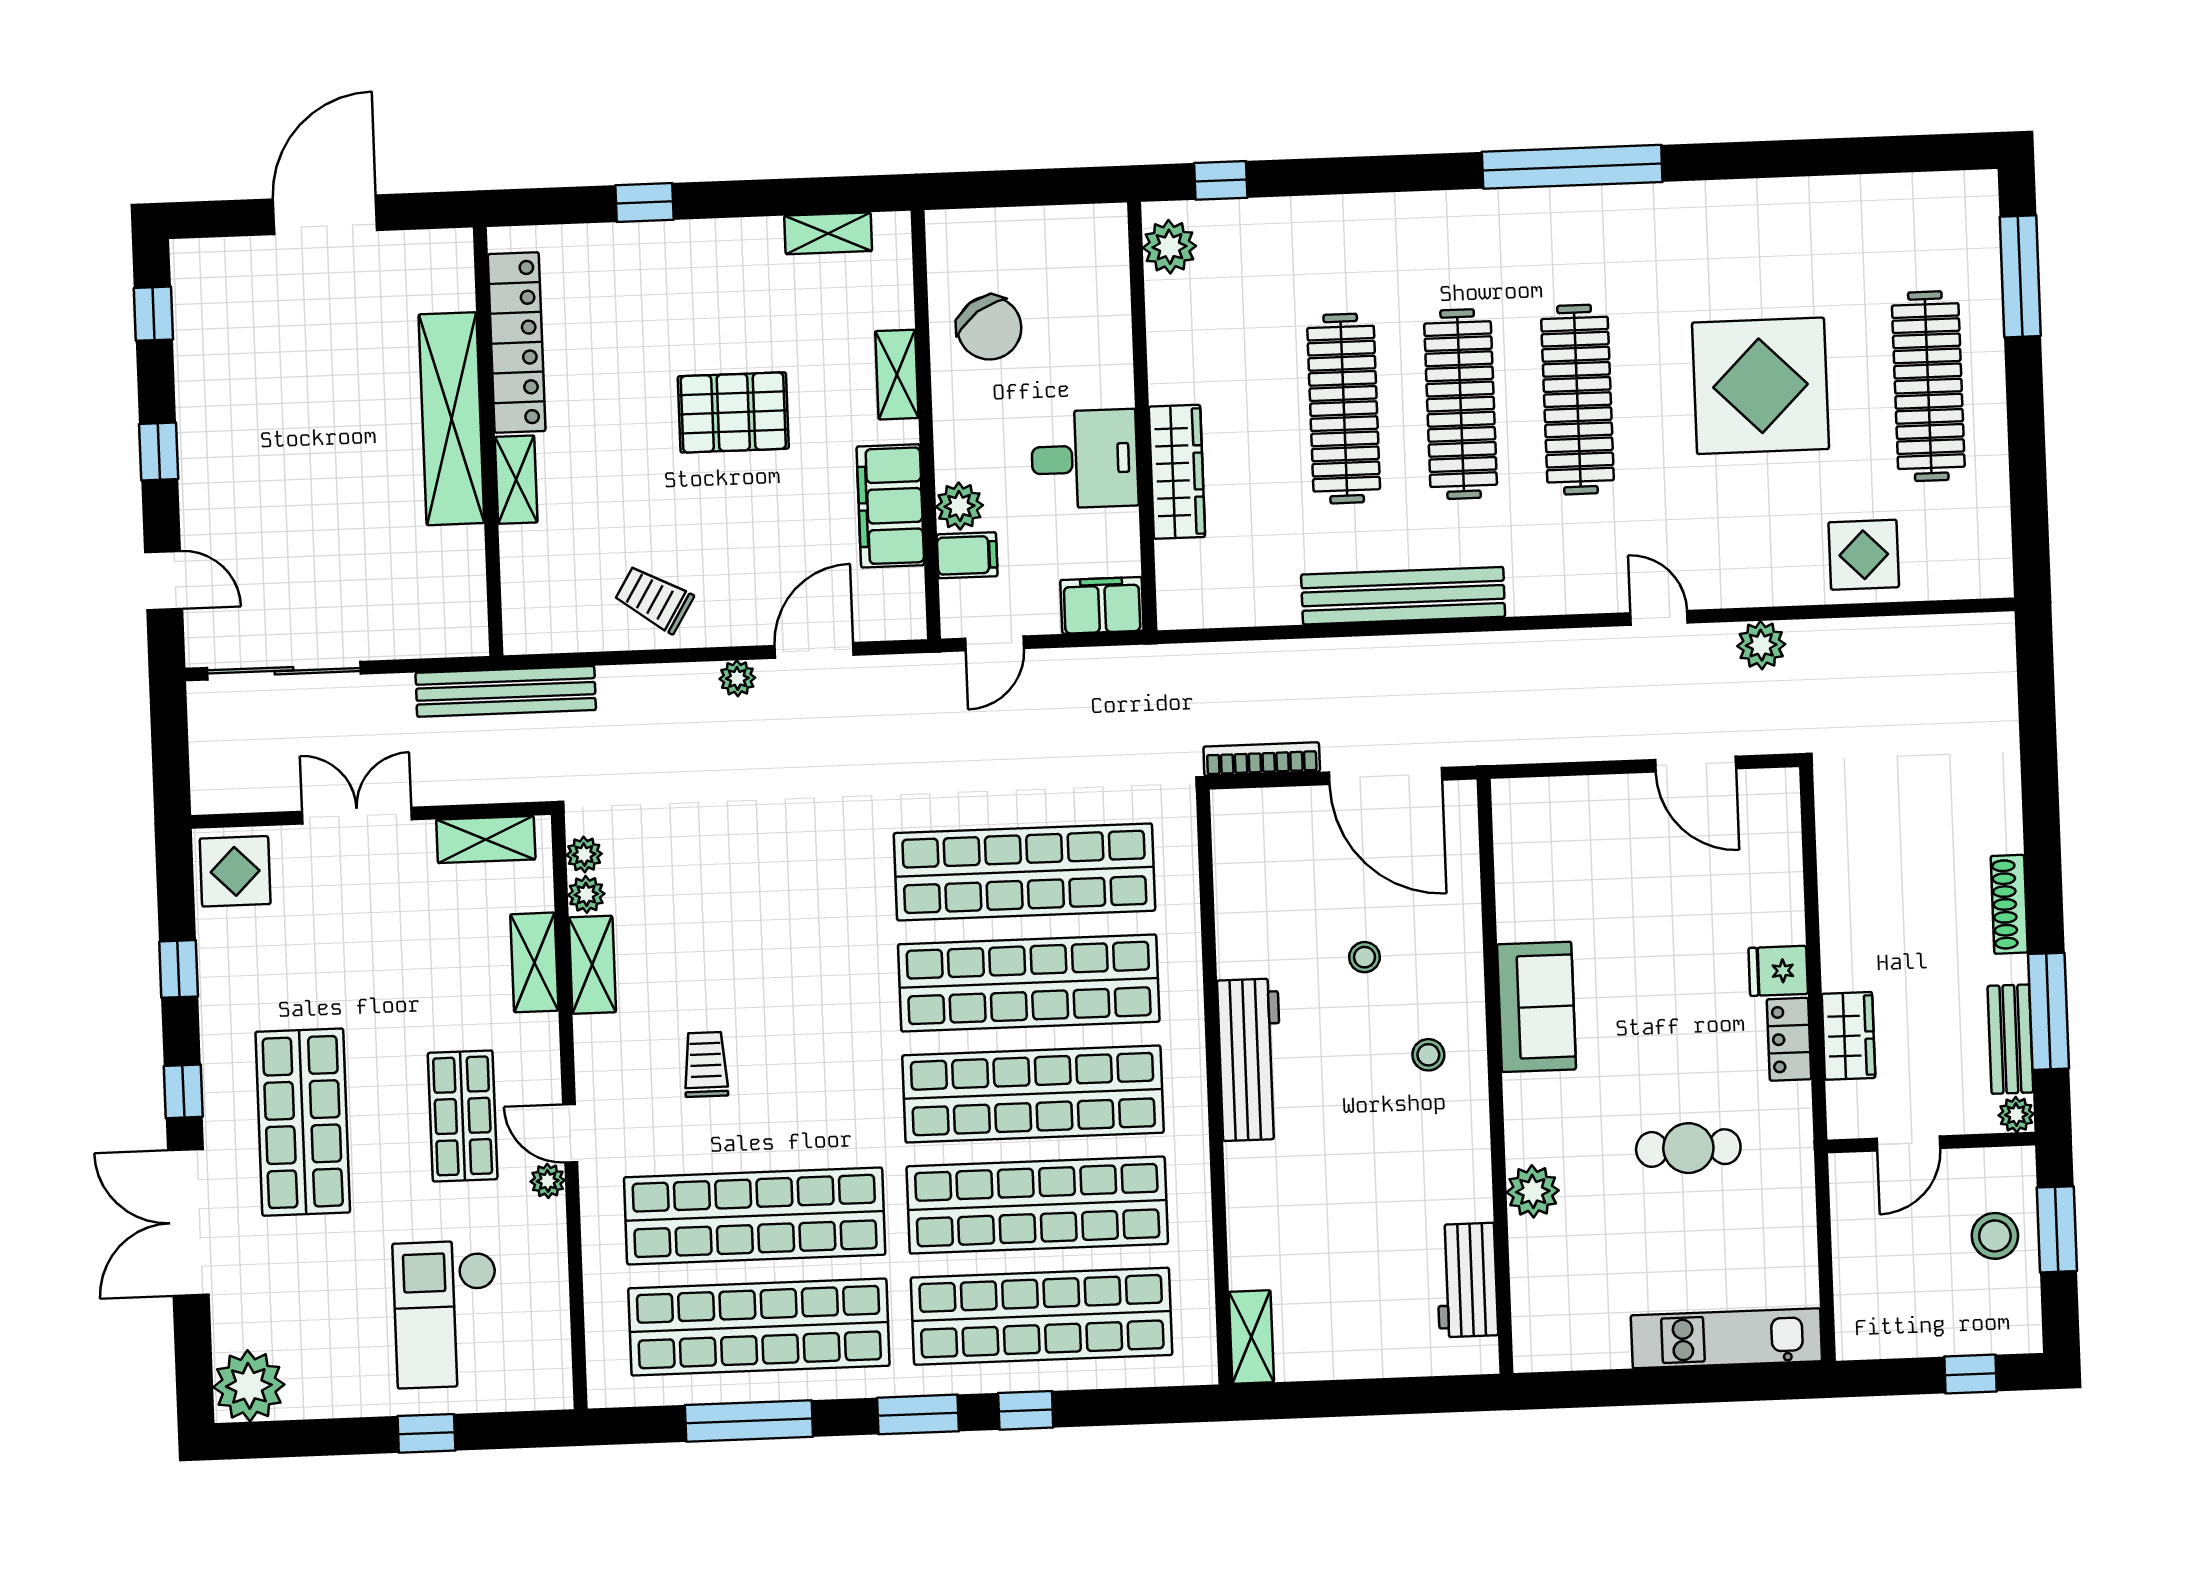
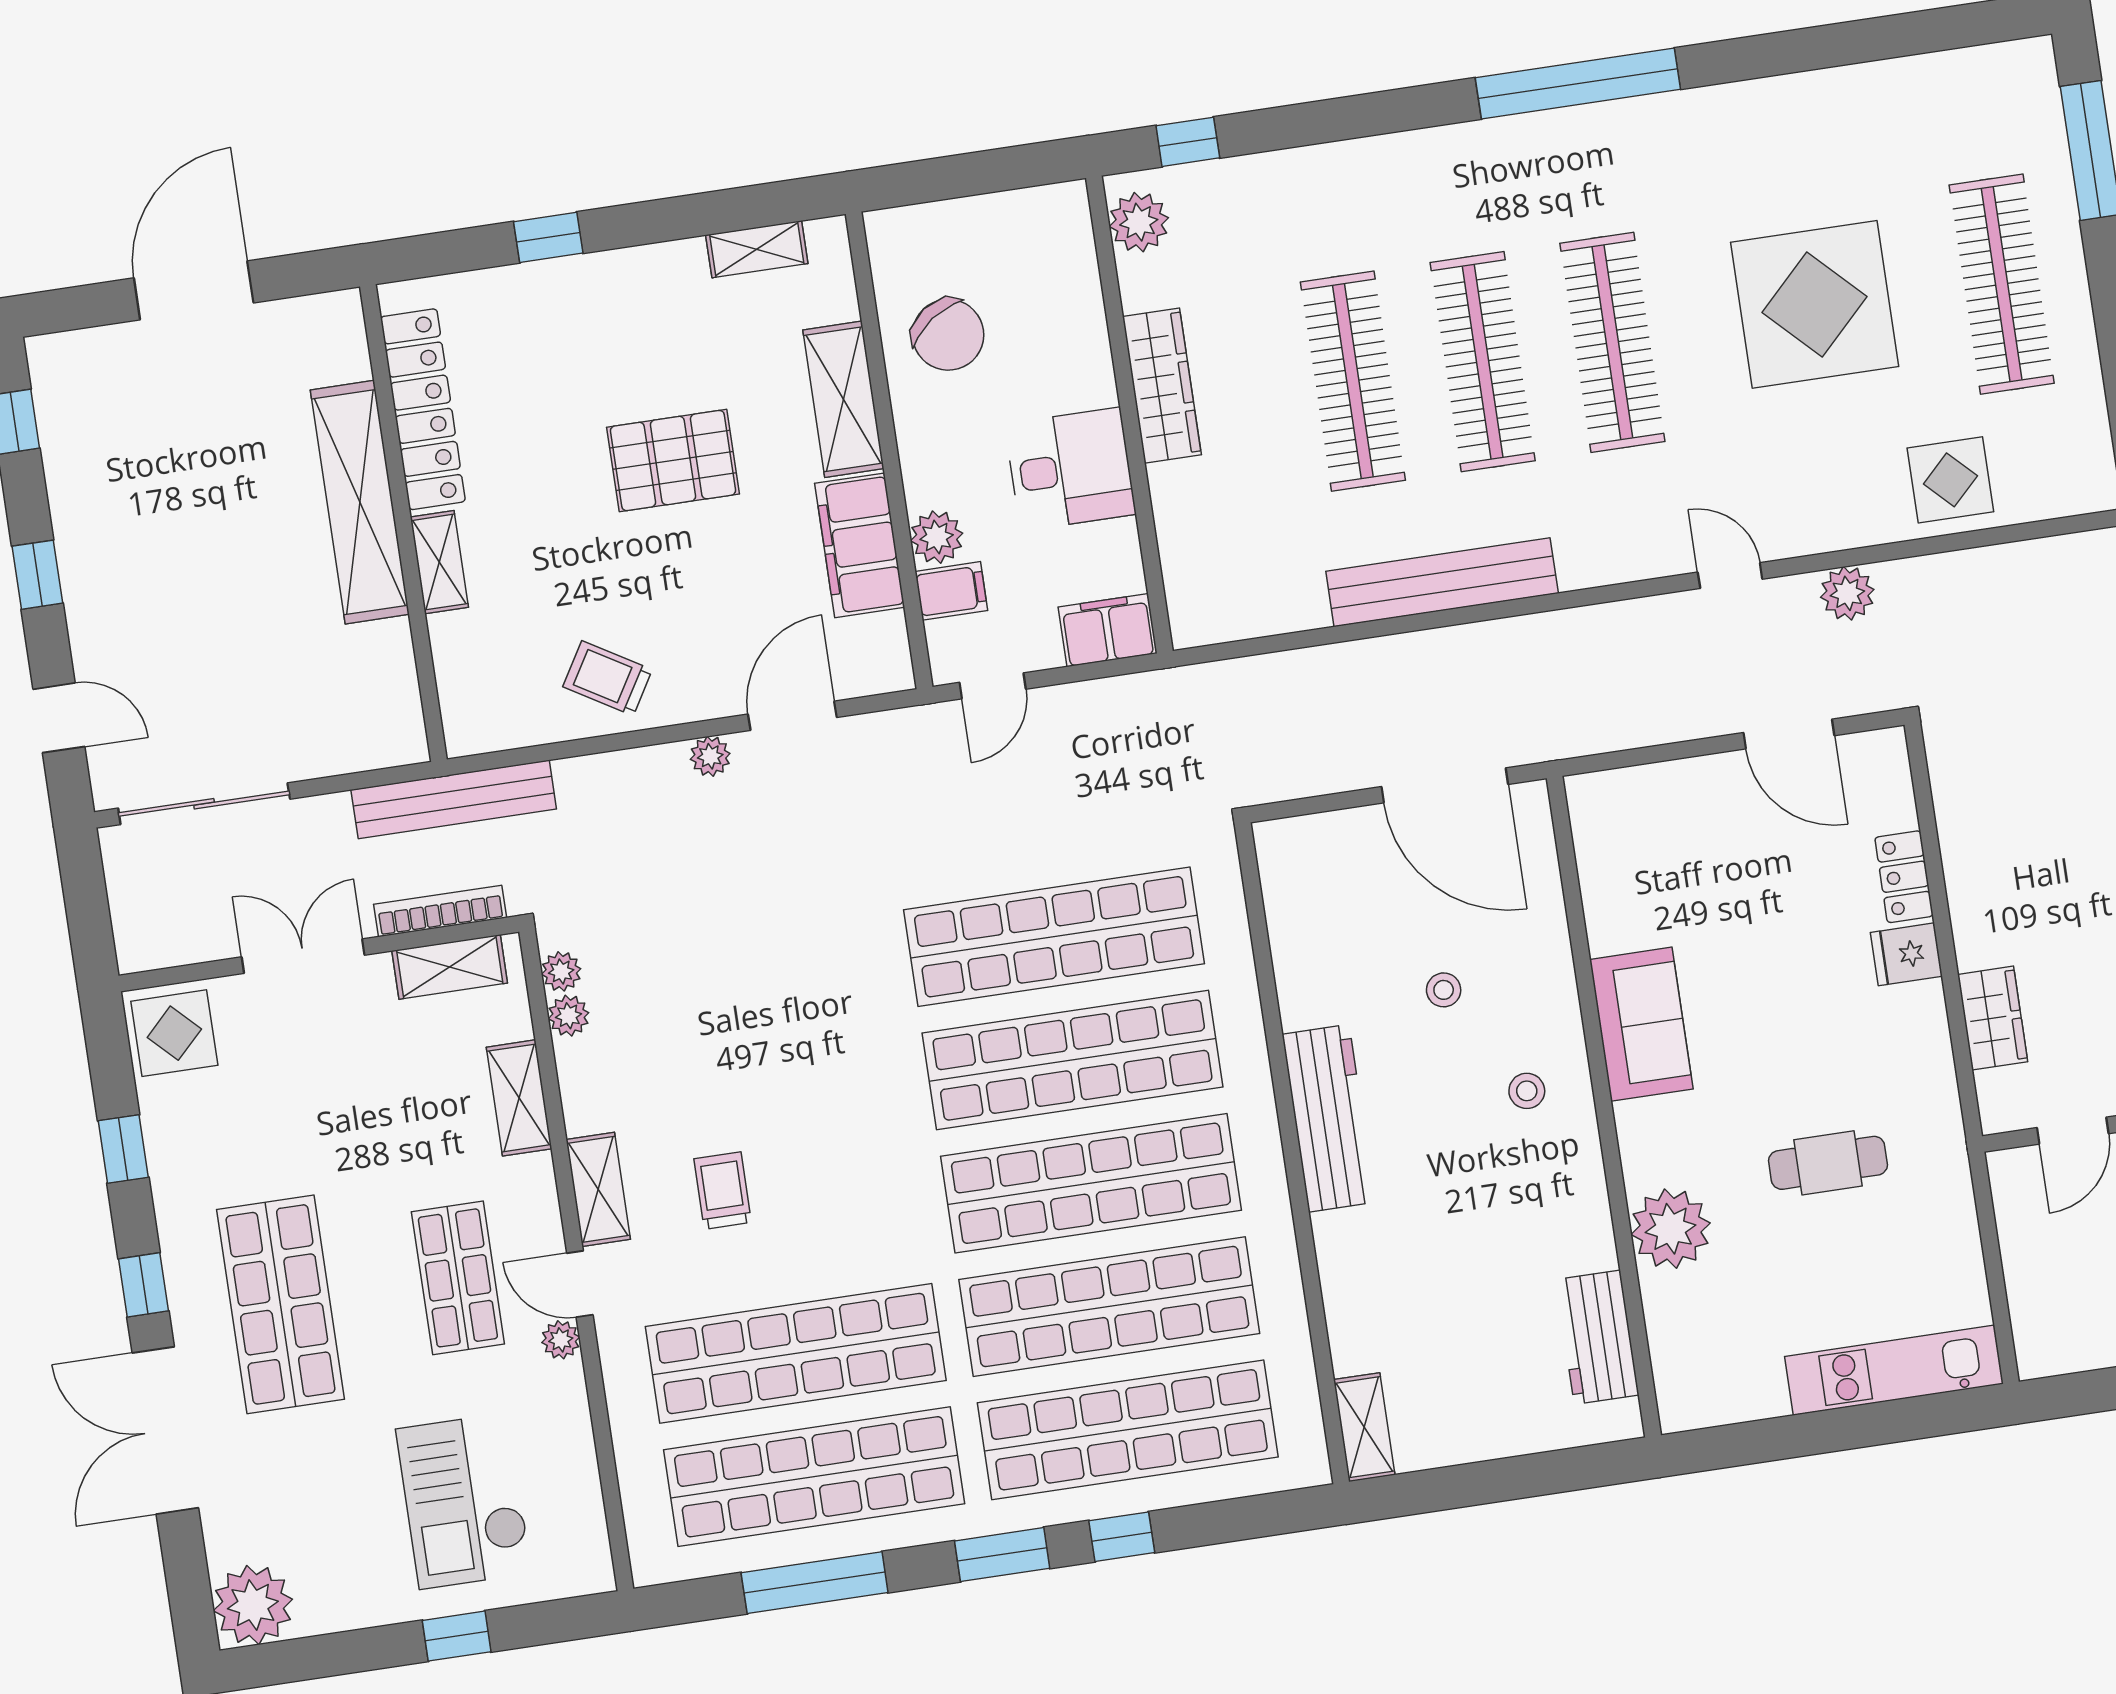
shelving: (897, 375) -> (843, 399), width x1.50, depth x1.33
wardrobe: (1177, 472) -> (1162, 386), moved
bookcase: (1262, 759) -> (440, 911), moved
shelving: (592, 965) -> (598, 1189), moved
locker: (1789, 1039) -> (1904, 877), moved
plant: (1533, 1191) -> (1671, 1229), width x1.36, depth x1.36

